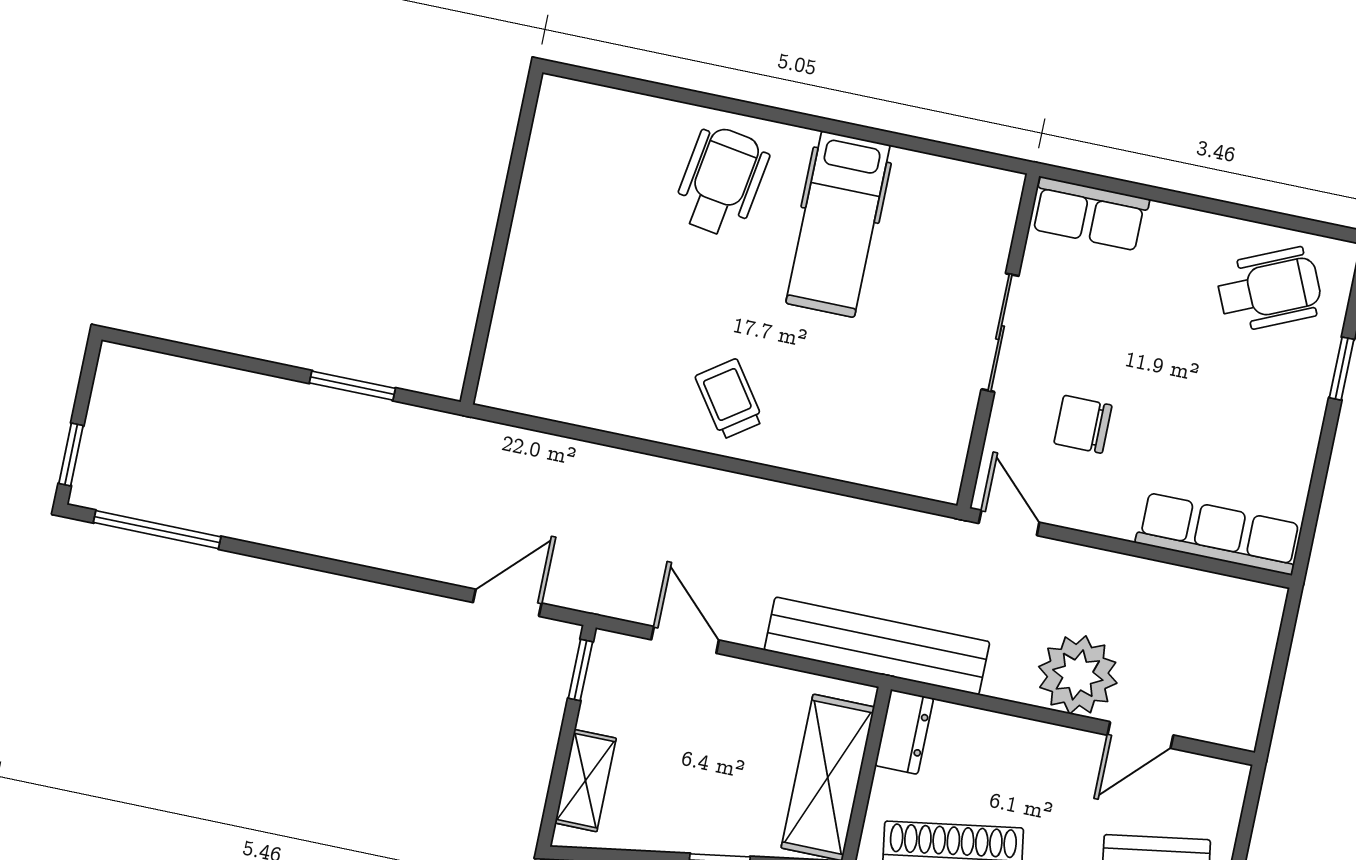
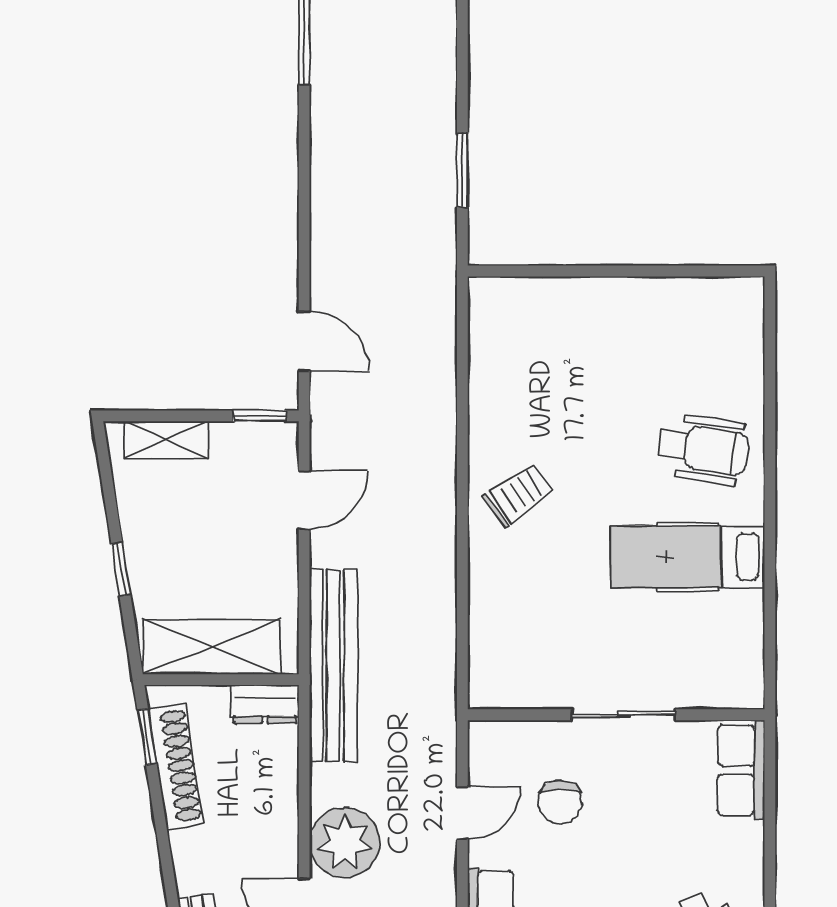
chair: (1083, 424) -> (560, 802), turned 180
door: (1009, 523) -> (462, 813), moved

